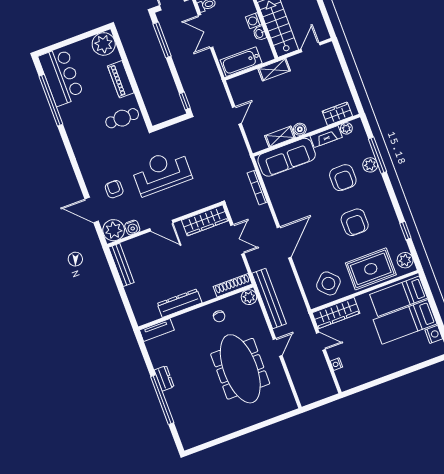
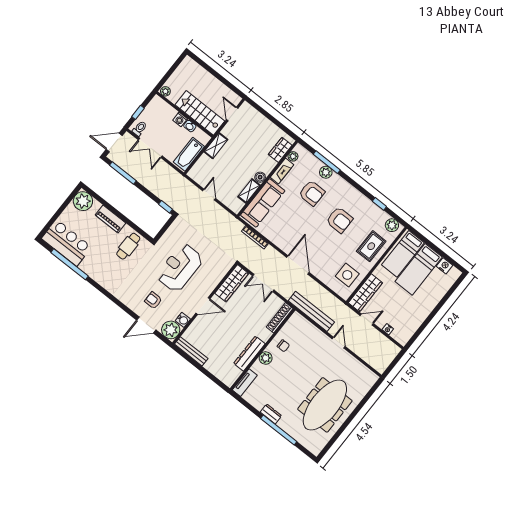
double door: (237, 239) -> (263, 283), swing flipped
rug: (371, 269) -> (371, 246), width x0.73, depth x0.70
side table: (328, 283) -> (347, 275), turned 45
plant: (249, 297) -> (266, 358), moved
meeting table: (240, 369) -> (325, 405), moved, turned 90

